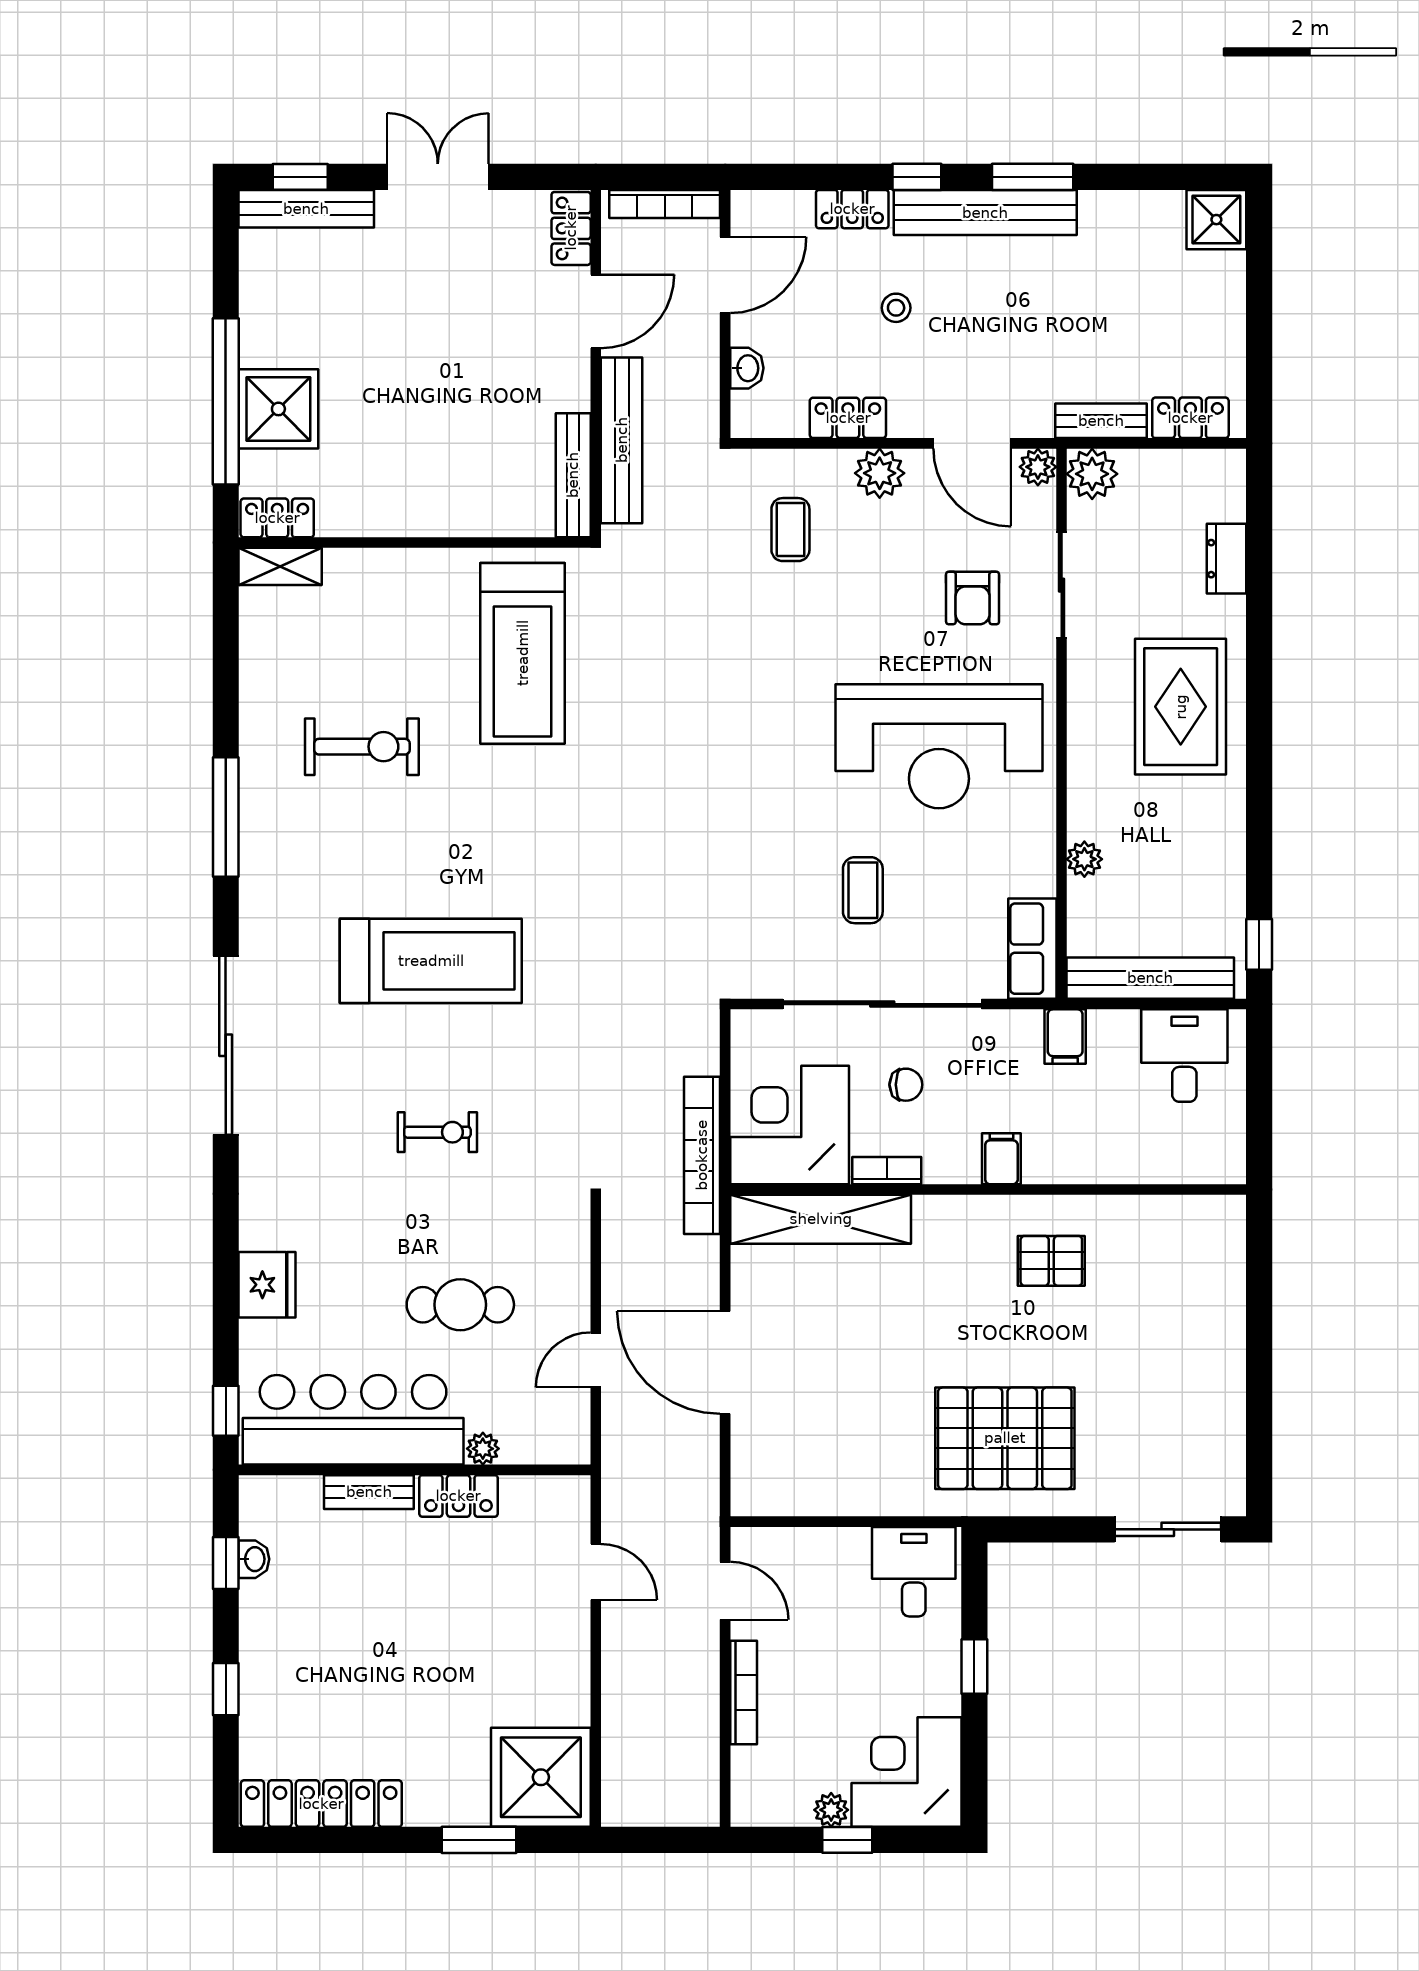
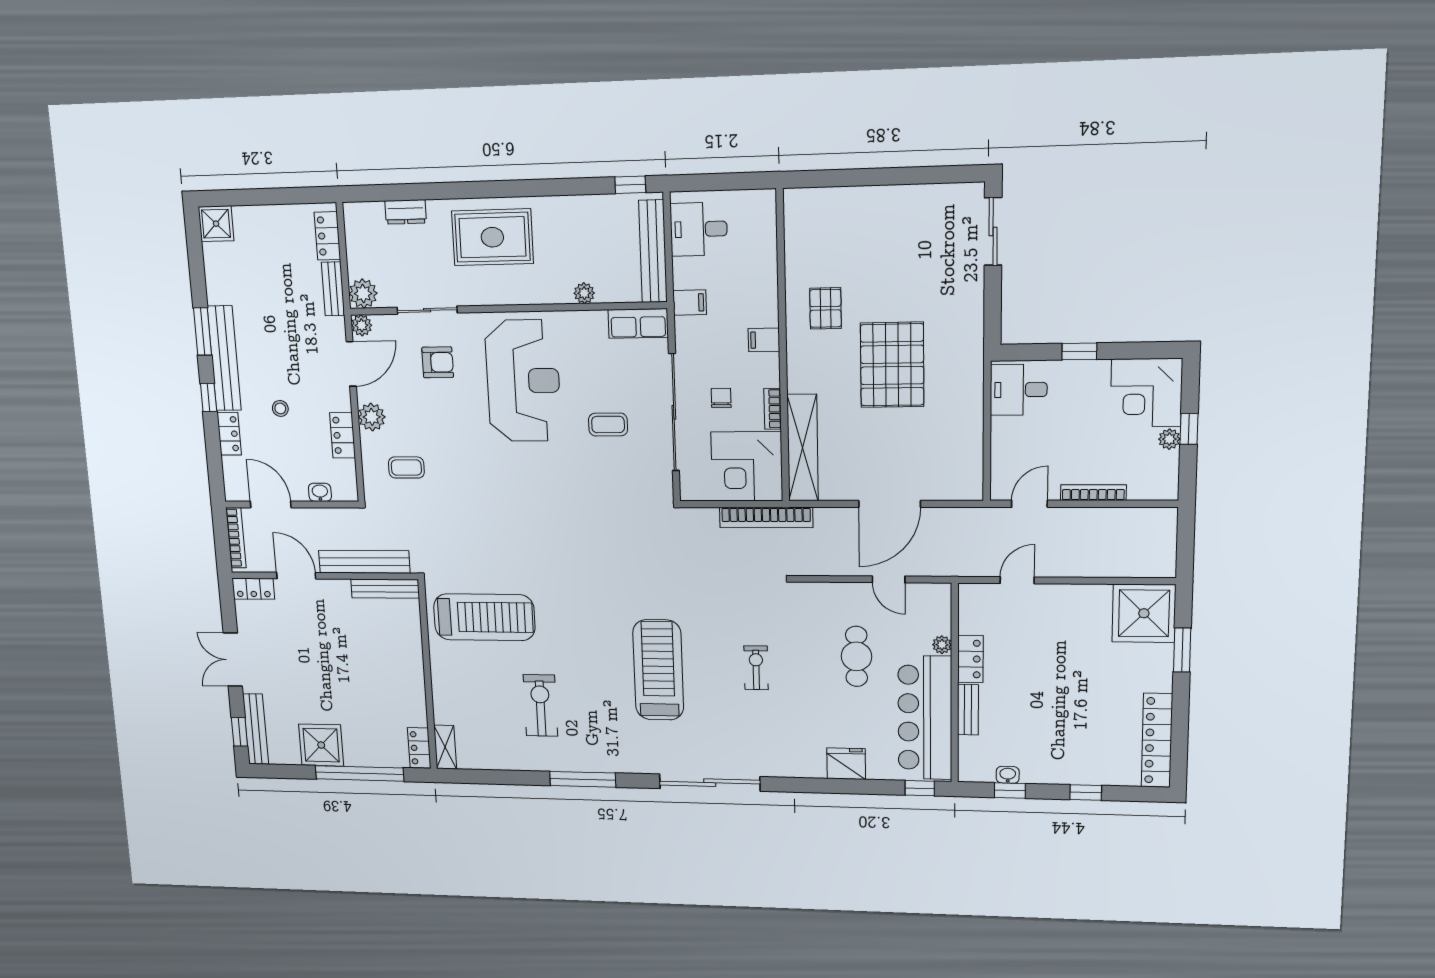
shower: (278, 409) -> (321, 745), moved
pallet: (1005, 1438) -> (892, 365), moved

